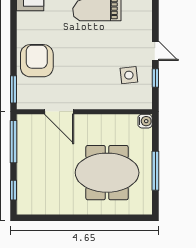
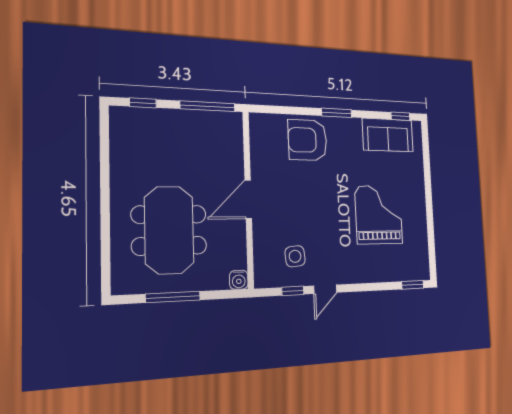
armchair: (37, 61) -> (308, 140), turned 180
window: (13, 89) -> (337, 113), moved
door: (59, 112) -> (248, 199), moved

